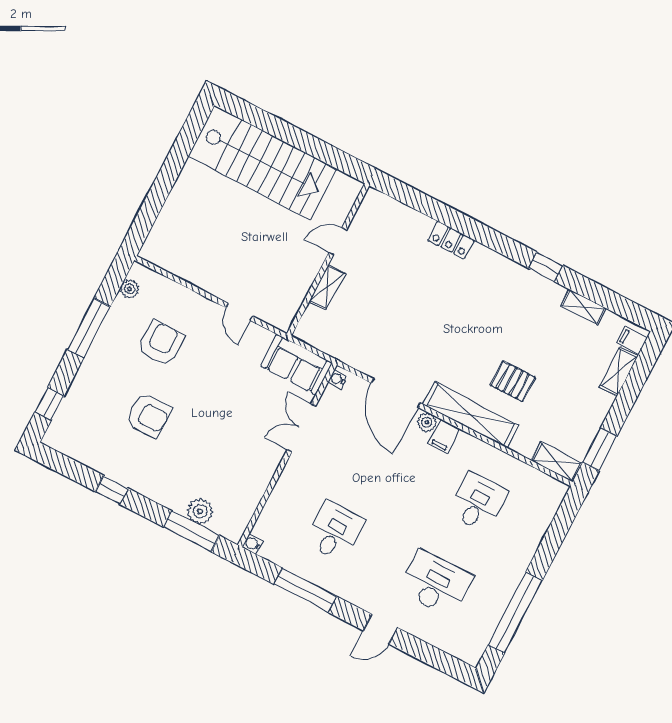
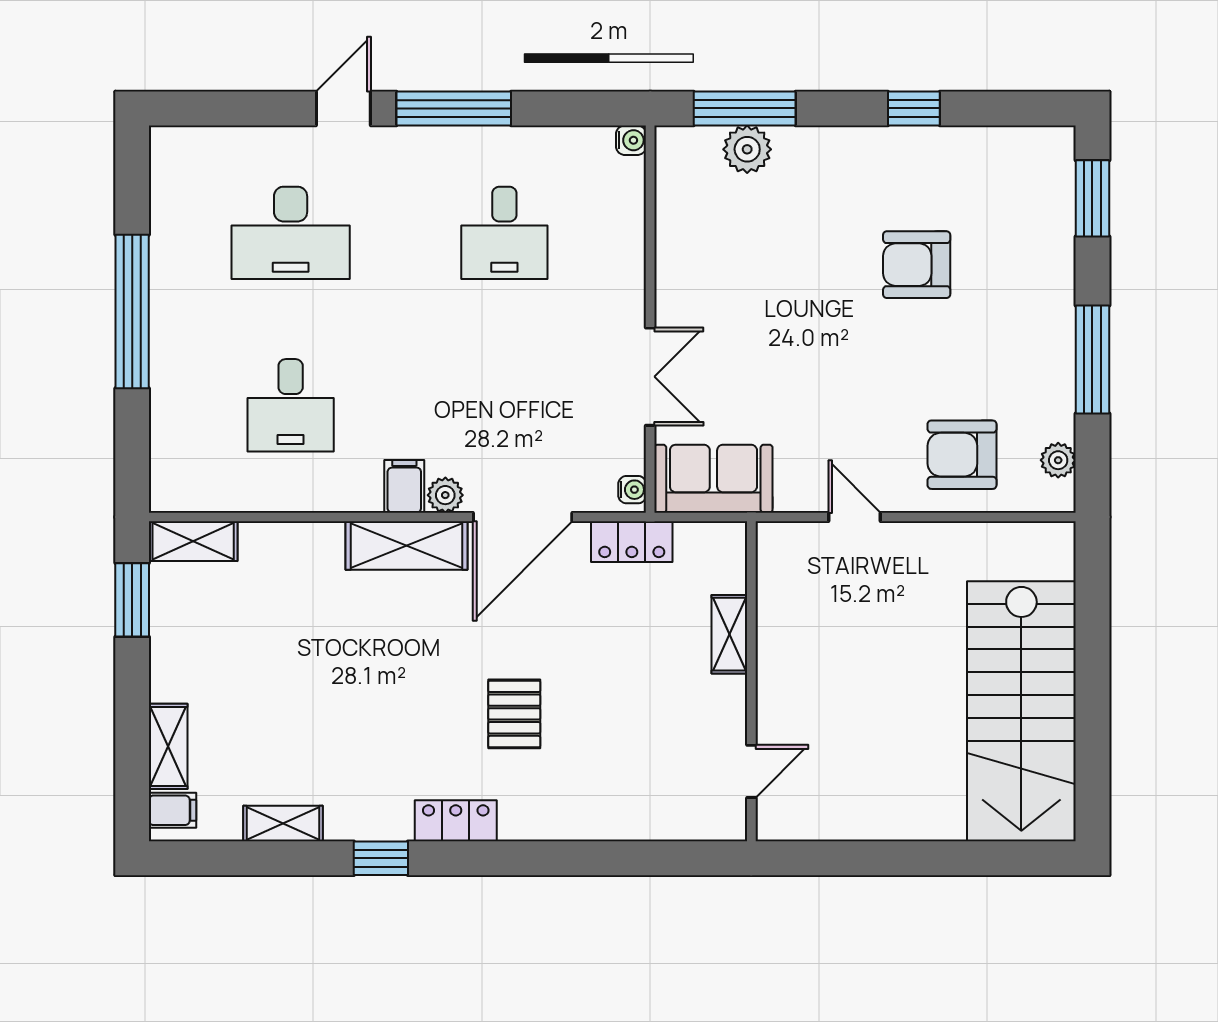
stairs: (262, 162) -> (1021, 711), moved, turned -90
locker: (451, 240) -> (456, 821), moved
door: (338, 241) -> (751, 771), moved
armchair: (161, 343) -> (962, 455), moved, turned 90
locker: (350, 355) -> (632, 542), added
pallet: (513, 381) -> (514, 714), moved, turned 90
door: (396, 393) -> (523, 517), swing flipped
window: (49, 404) -> (1092, 198), width x1.50
shelving: (471, 415) -> (407, 546), width x0.68
window: (305, 590) -> (454, 108), moved
window: (515, 613) -> (132, 311), moved

